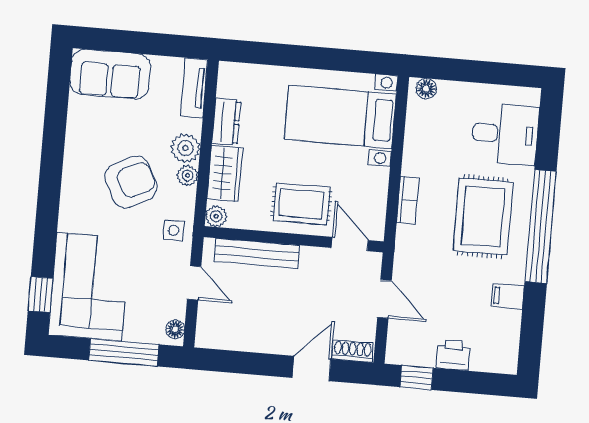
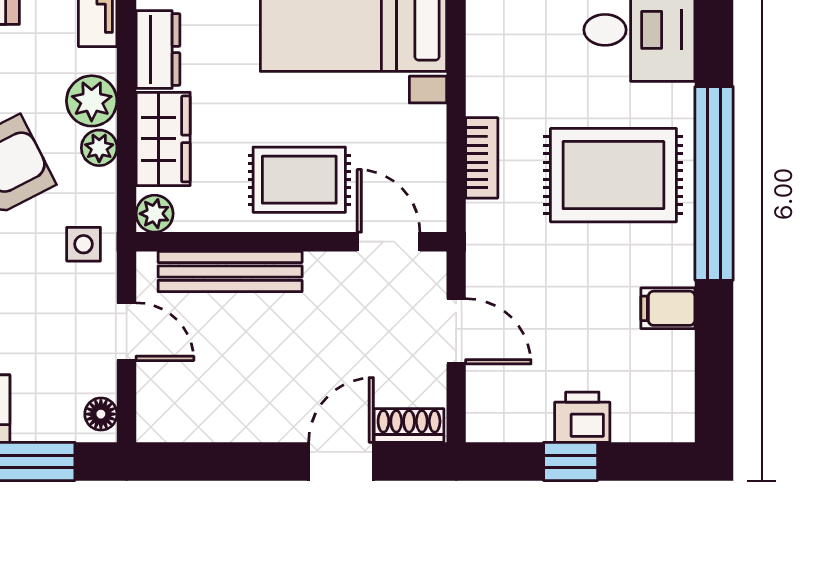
rug: (483, 217) -> (613, 175), turned 90
window: (417, 377) -> (571, 461), moved

